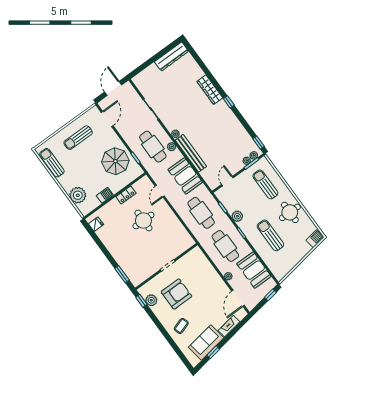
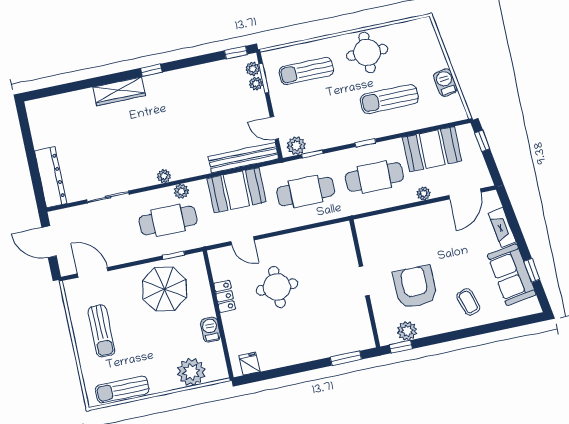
dresser: (171, 56) -> (51, 177), moved
bench: (191, 153) -> (243, 158), moved
plant: (237, 216) -> (296, 146), moved
barbecue: (315, 239) -> (445, 83), moved
door: (238, 298) -> (465, 194), hinge flipped

